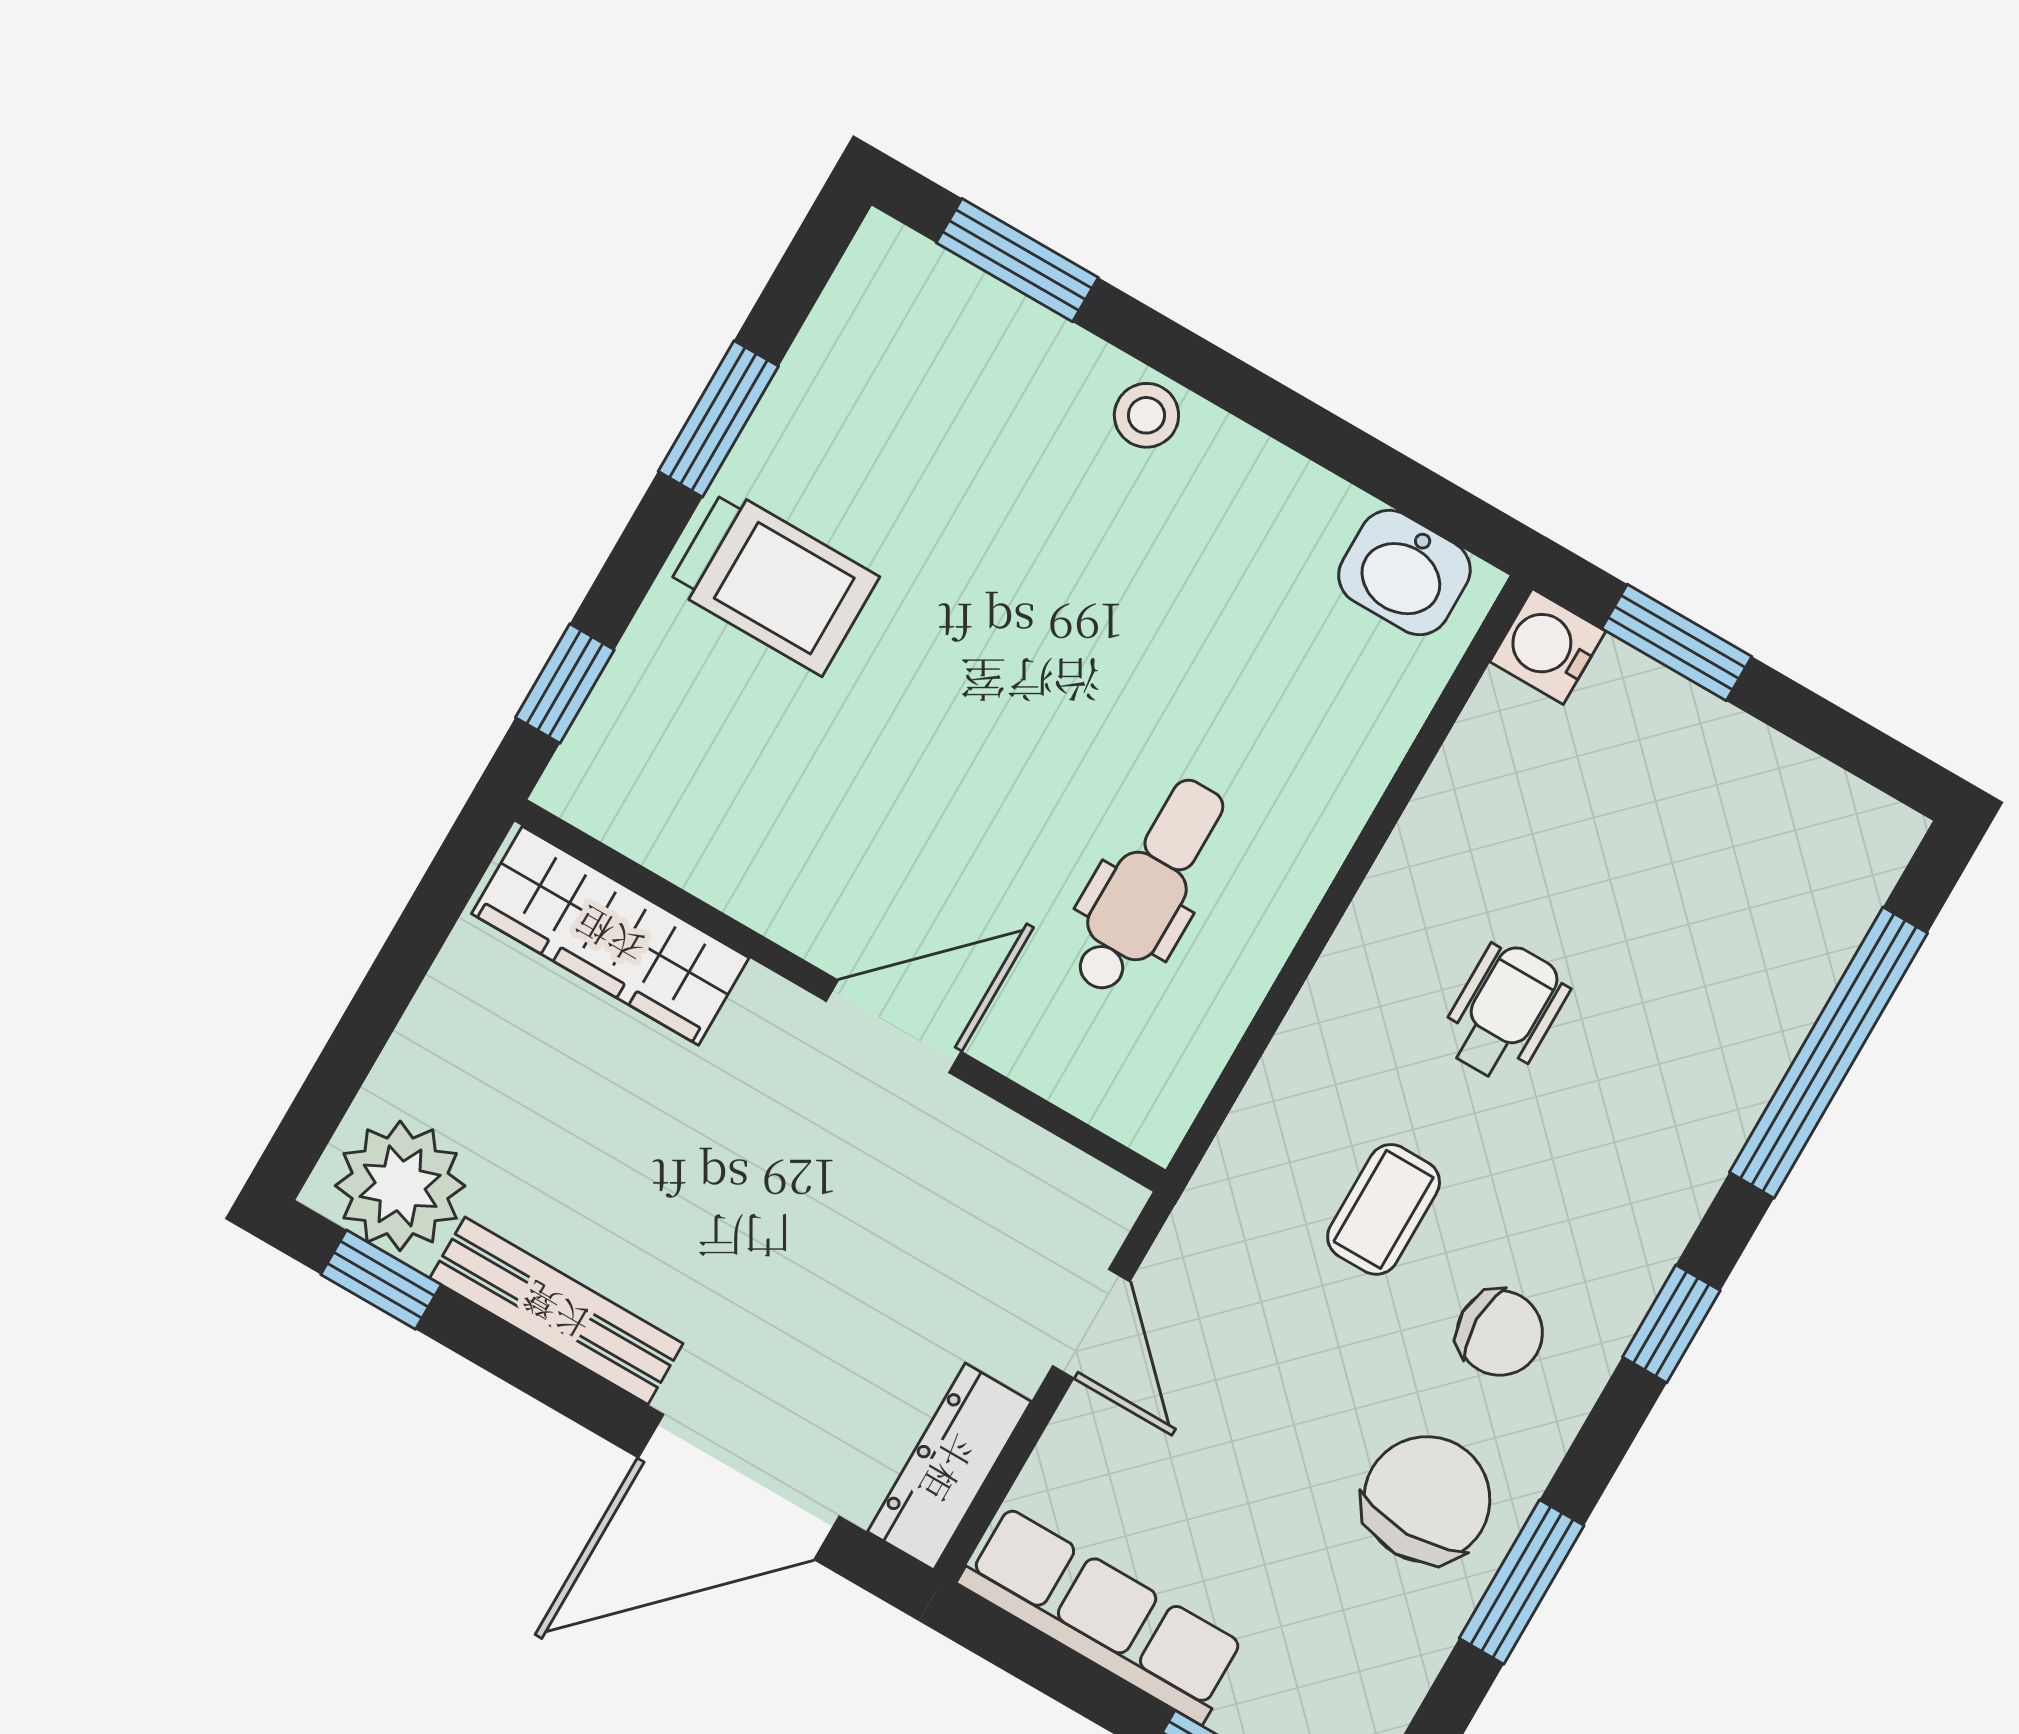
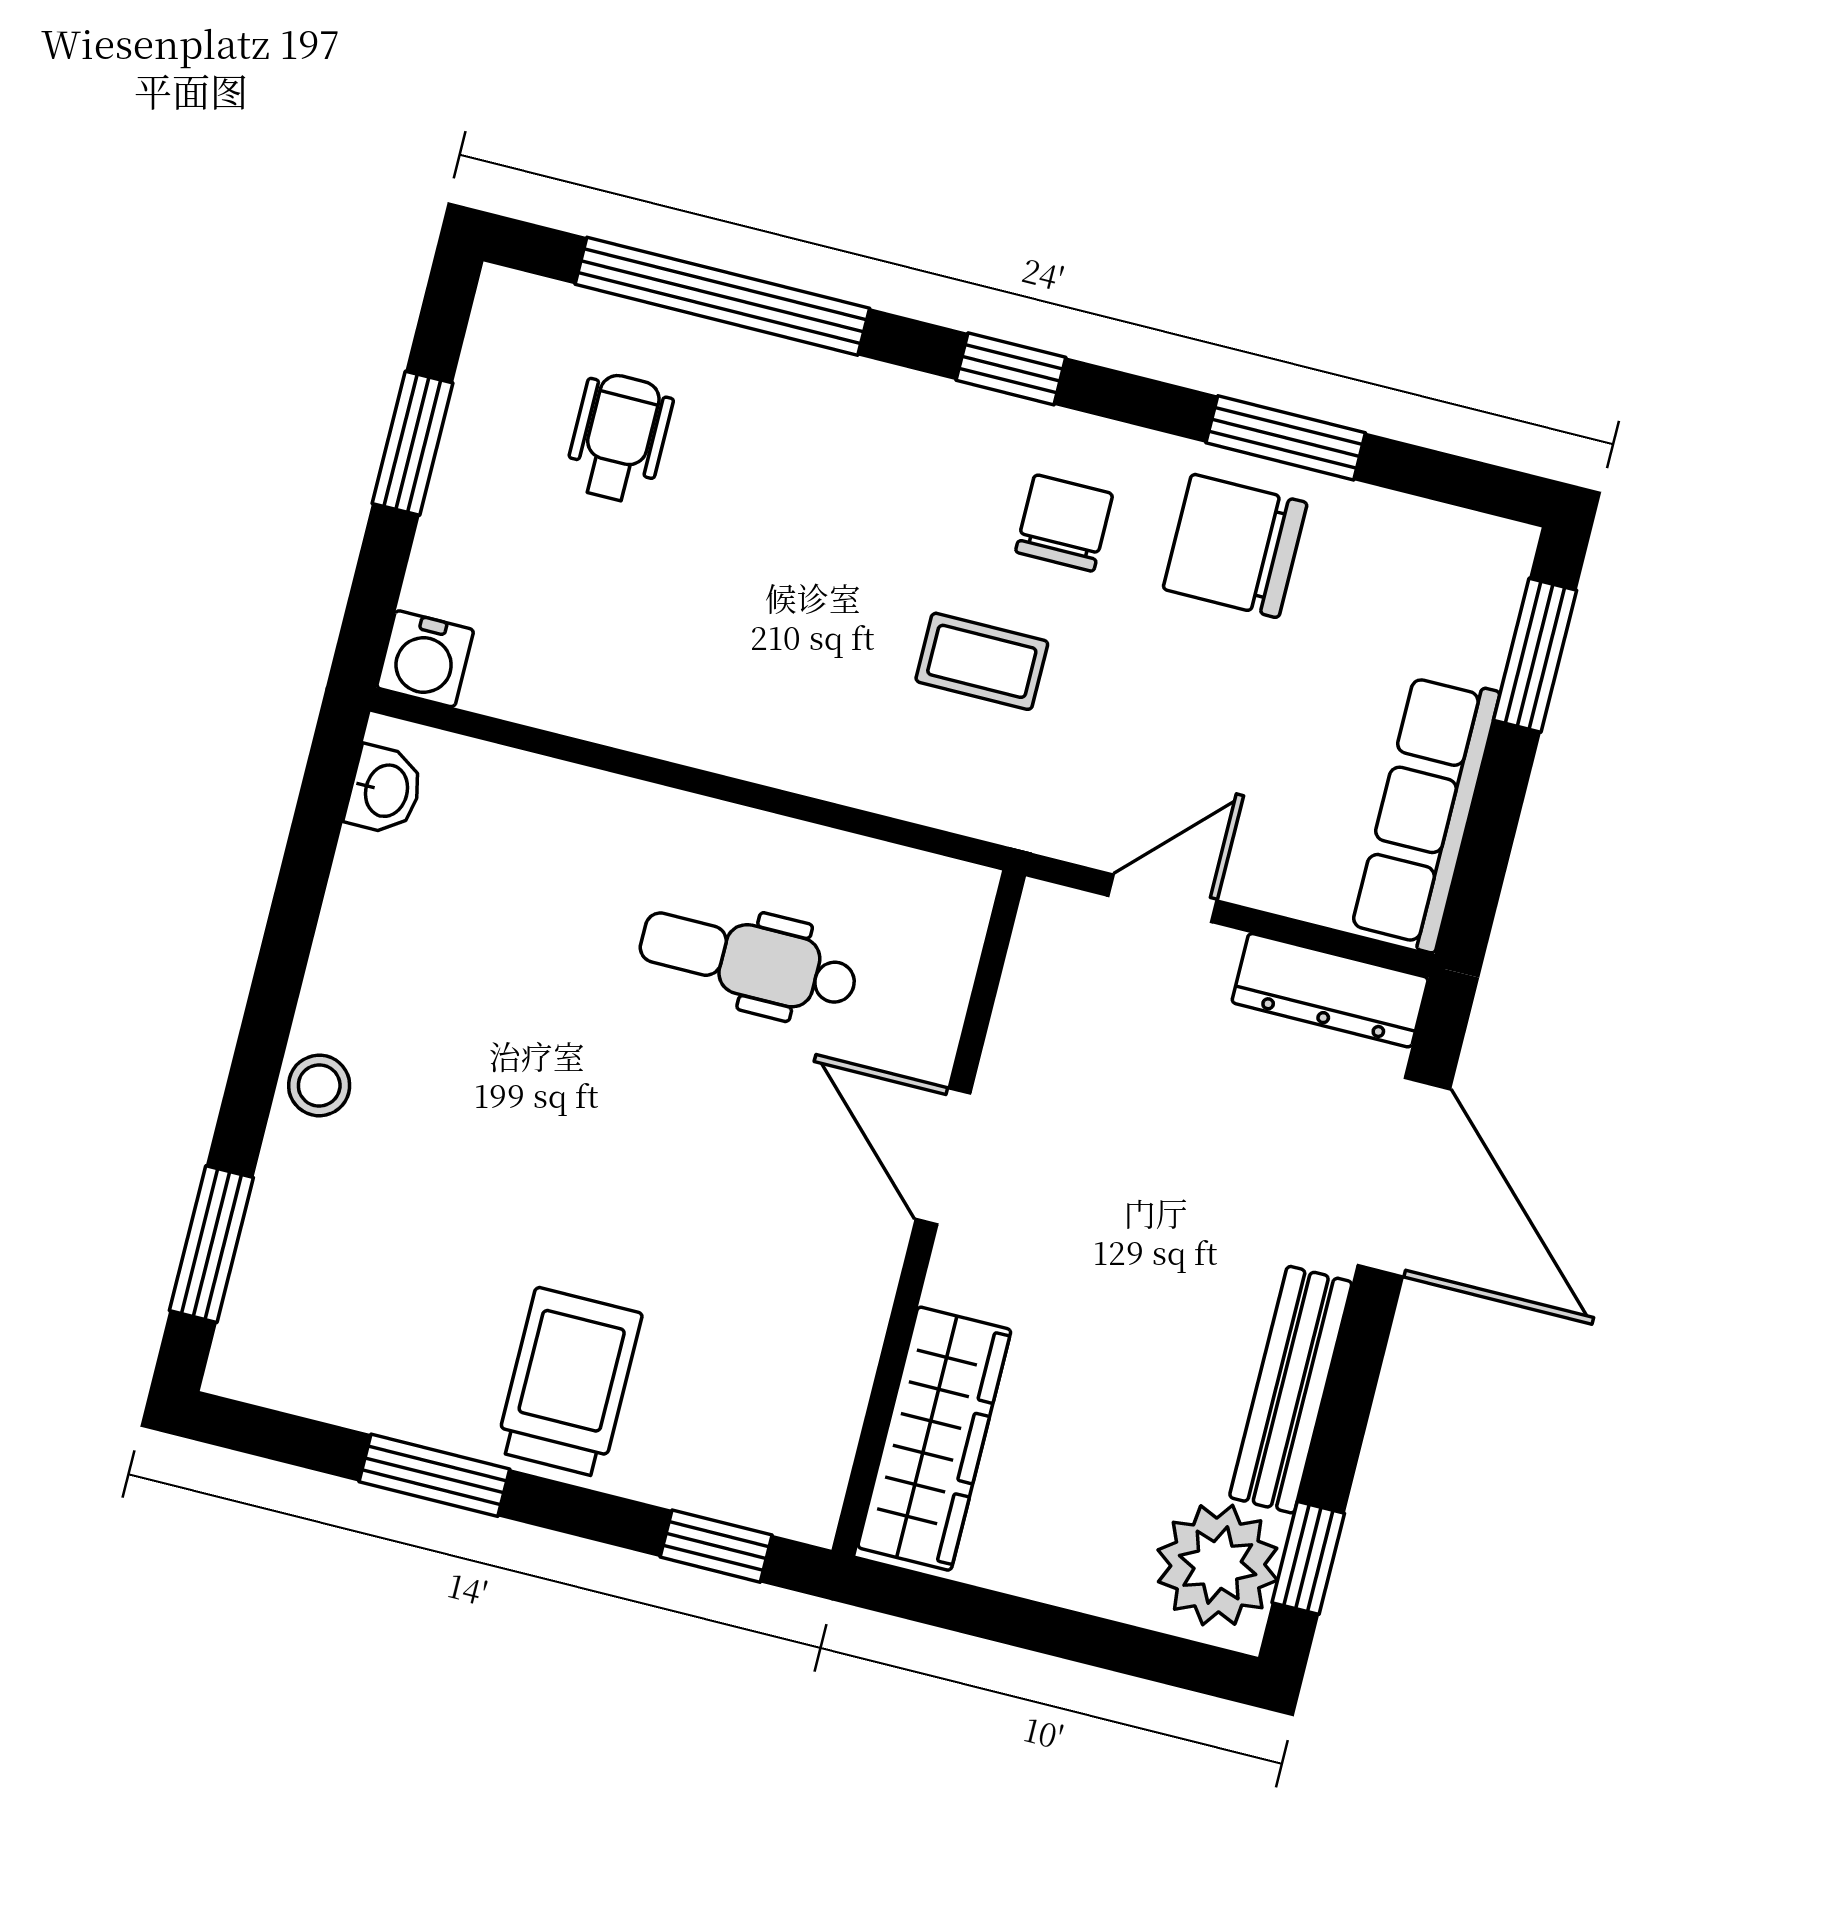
washbasin: (1404, 573) -> (385, 790), width x0.72, depth x0.69
window: (1677, 642) -> (412, 443), moved
wheelchair: (1504, 1012) -> (619, 438), moved, turned 90

